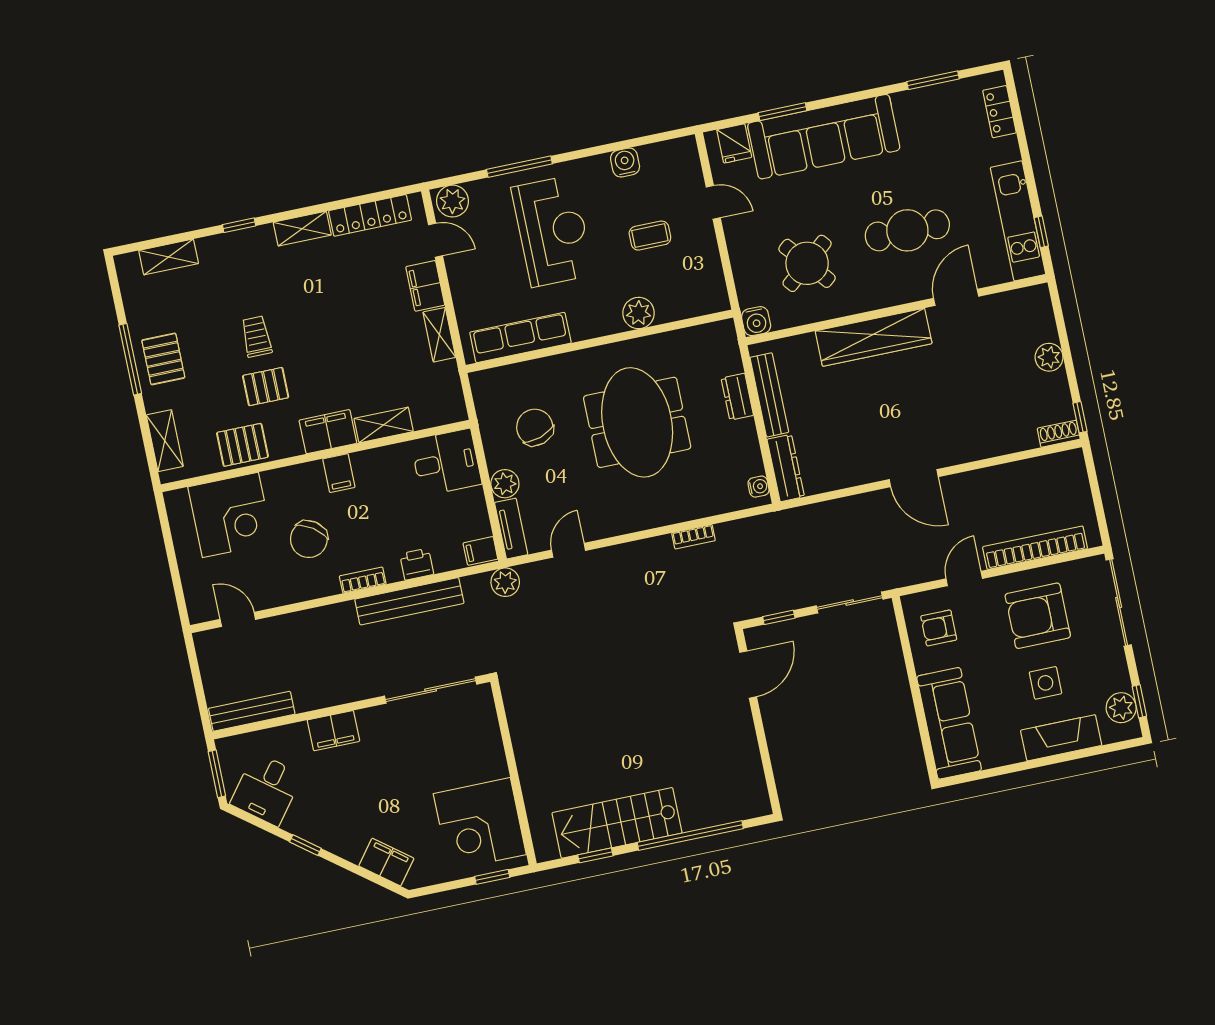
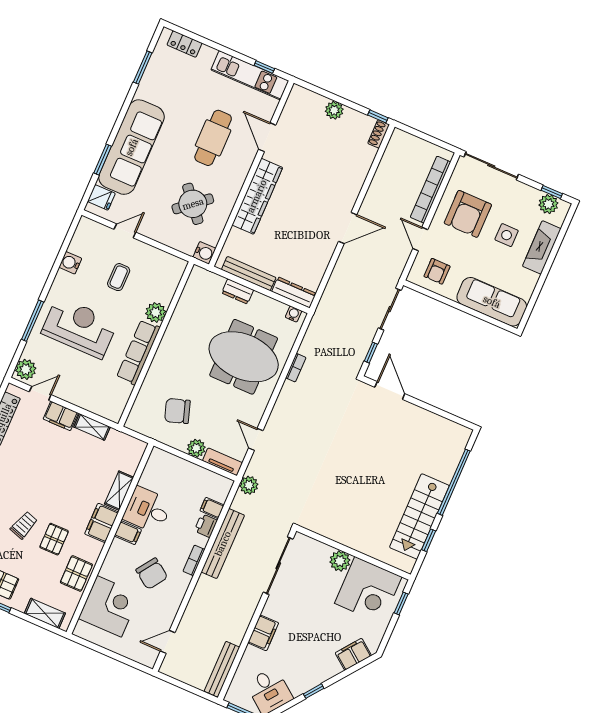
trolley: (256, 337) -> (24, 525), turned 108
row of seats: (520, 338) -> (138, 352), moved
meeting table: (637, 422) -> (244, 357), moved
desk: (446, 462) -> (147, 510), moved, turned -90
filing cabinet: (480, 551) -> (212, 508), moved, turned 90
plant: (491, 763) -> (340, 561), added

